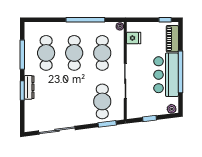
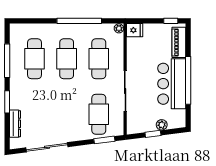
fridge: (134, 38) -> (135, 30), moved
dresser: (29, 87) -> (15, 124), moved
plant: (172, 109) -> (162, 125), moved

